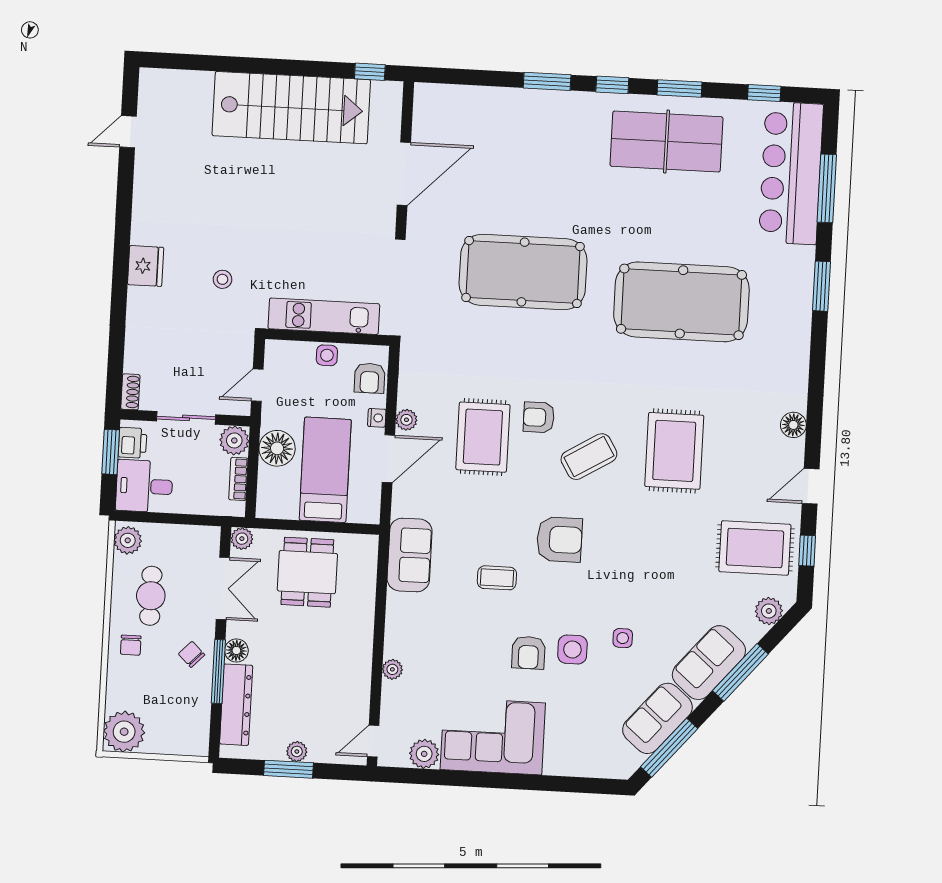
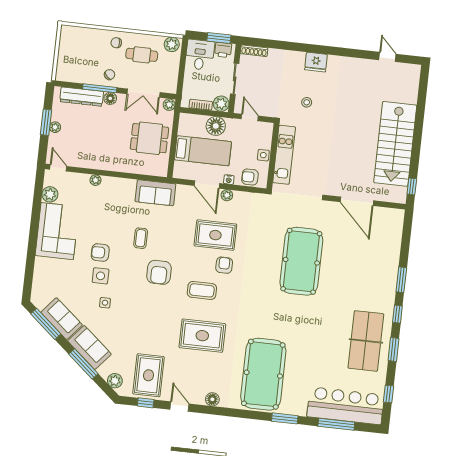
pool table: (681, 302) -> (263, 374), moved
shoe rack: (130, 392) -> (254, 51), width x1.43
coffee table: (589, 457) -> (202, 290), turned -59
plant: (124, 732) -> (71, 37), removed

